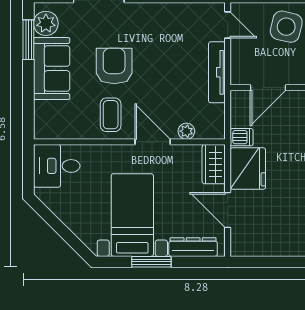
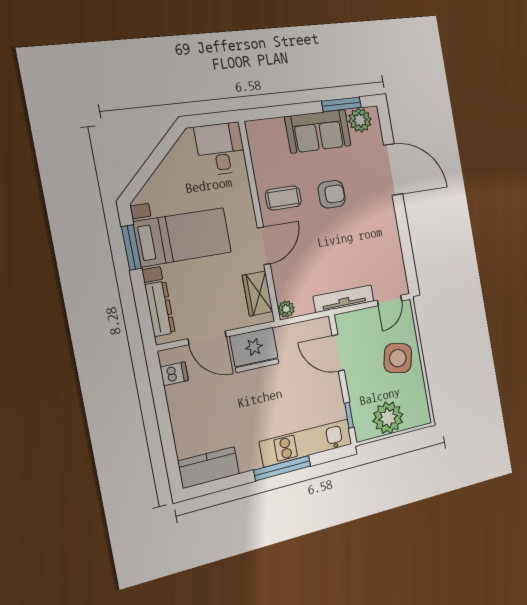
armchair: (114, 66) -> (332, 194), width x0.72, depth x0.72
plant: (186, 131) -> (286, 309), moved
dishwasher: (242, 137) -> (174, 374), moved, turned -90
wardrobe: (214, 164) -> (258, 293), moved, turned -90
door: (228, 210) -> (207, 338), swing flipped
window: (151, 262) -> (131, 247), moved

